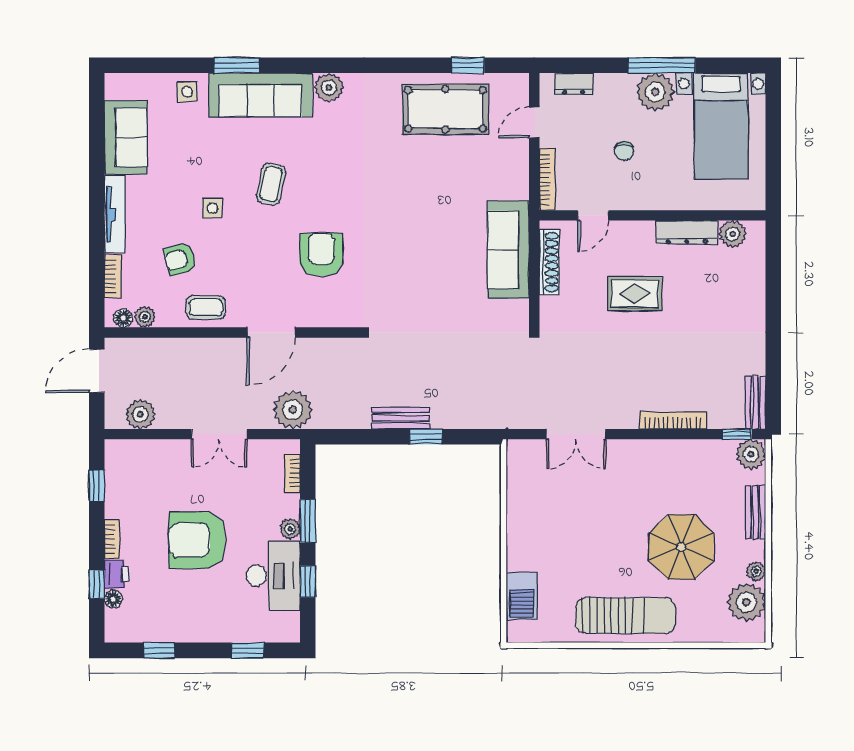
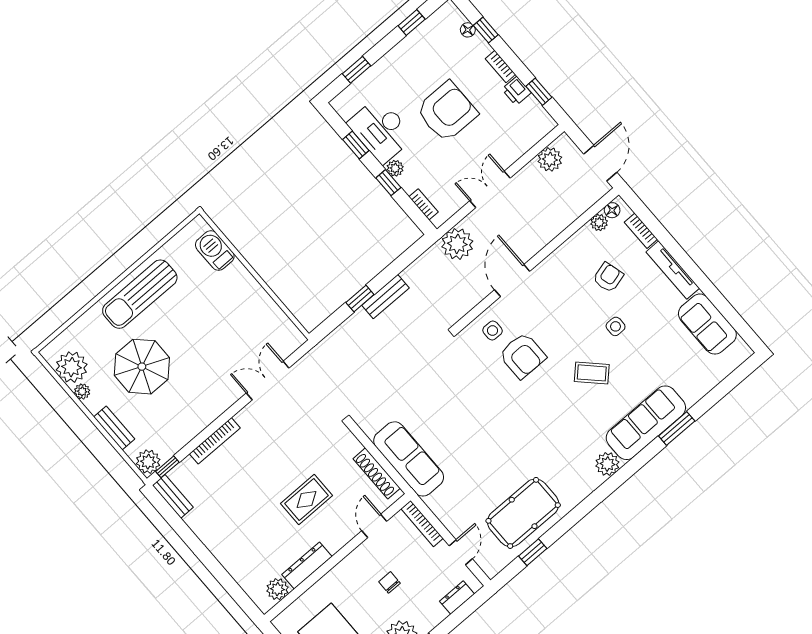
side table: (187, 92) -> (492, 331), moved
coffee table: (271, 184) -> (592, 373), turned -57
coffee table: (206, 307) -> (566, 261), removed
window: (308, 521) -> (388, 183), width x0.67
printer: (117, 574) -> (516, 91), moved

